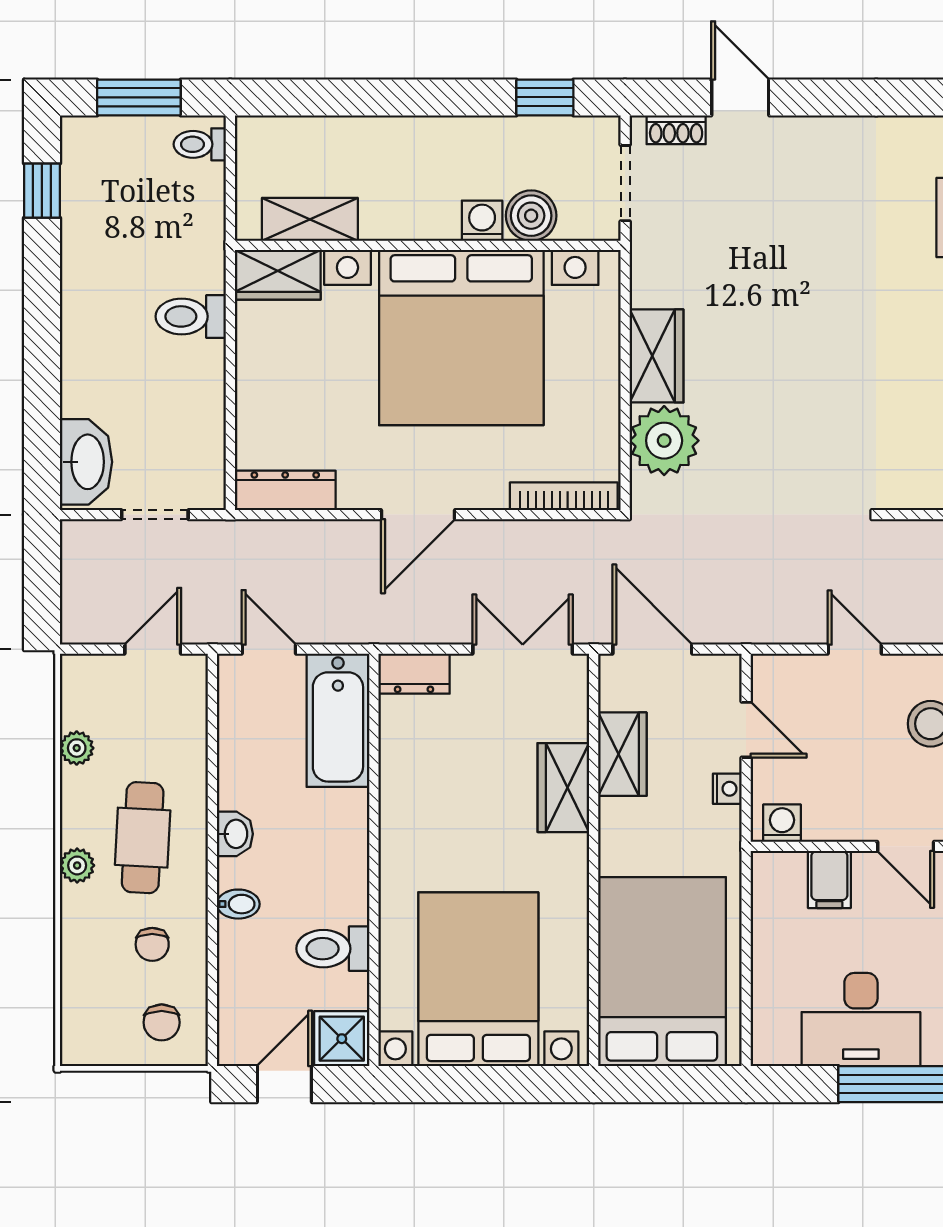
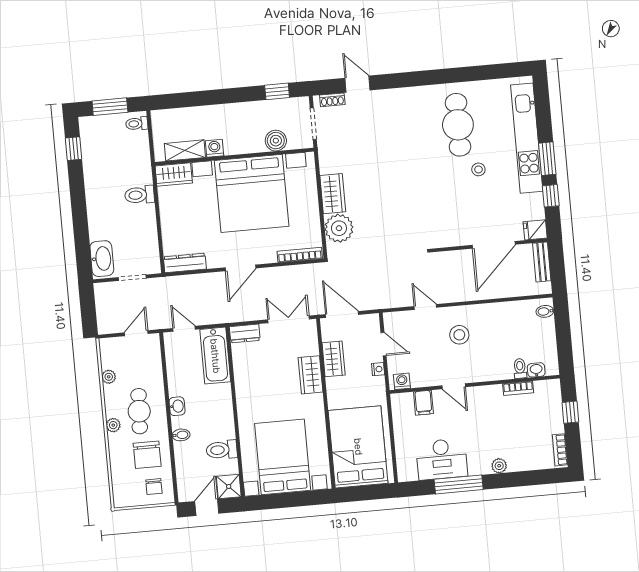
washing machine: (482, 221) -> (214, 148), moved
chair: (152, 944) -> (147, 455), width x1.87, depth x1.87

